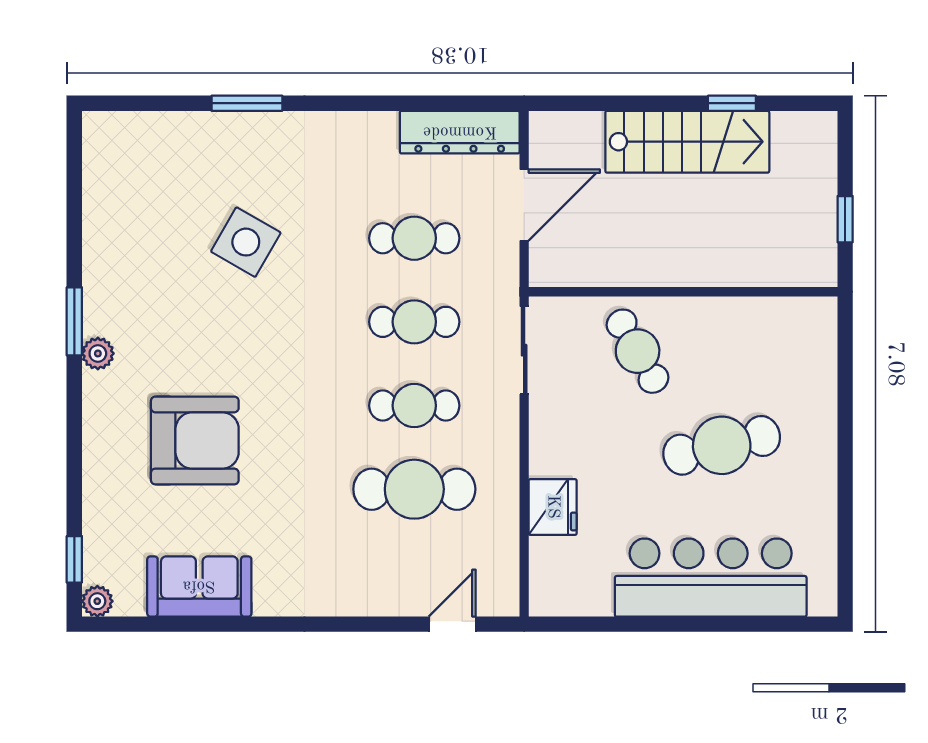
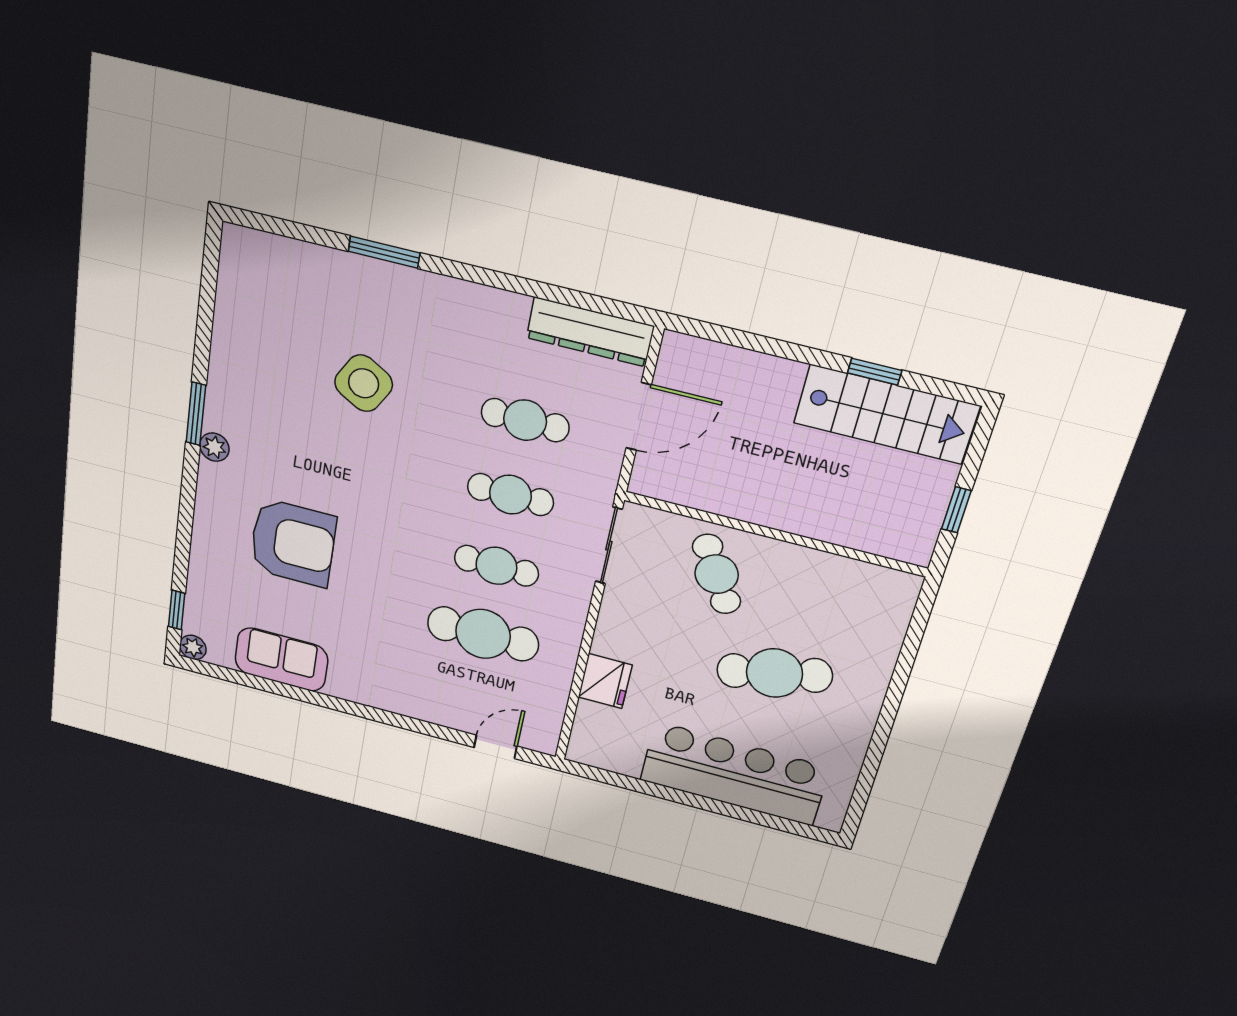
stairs: (687, 142) -> (886, 414), moved

